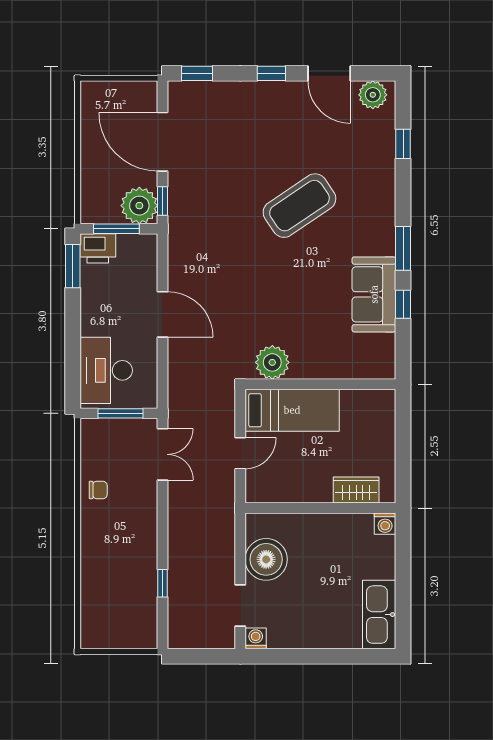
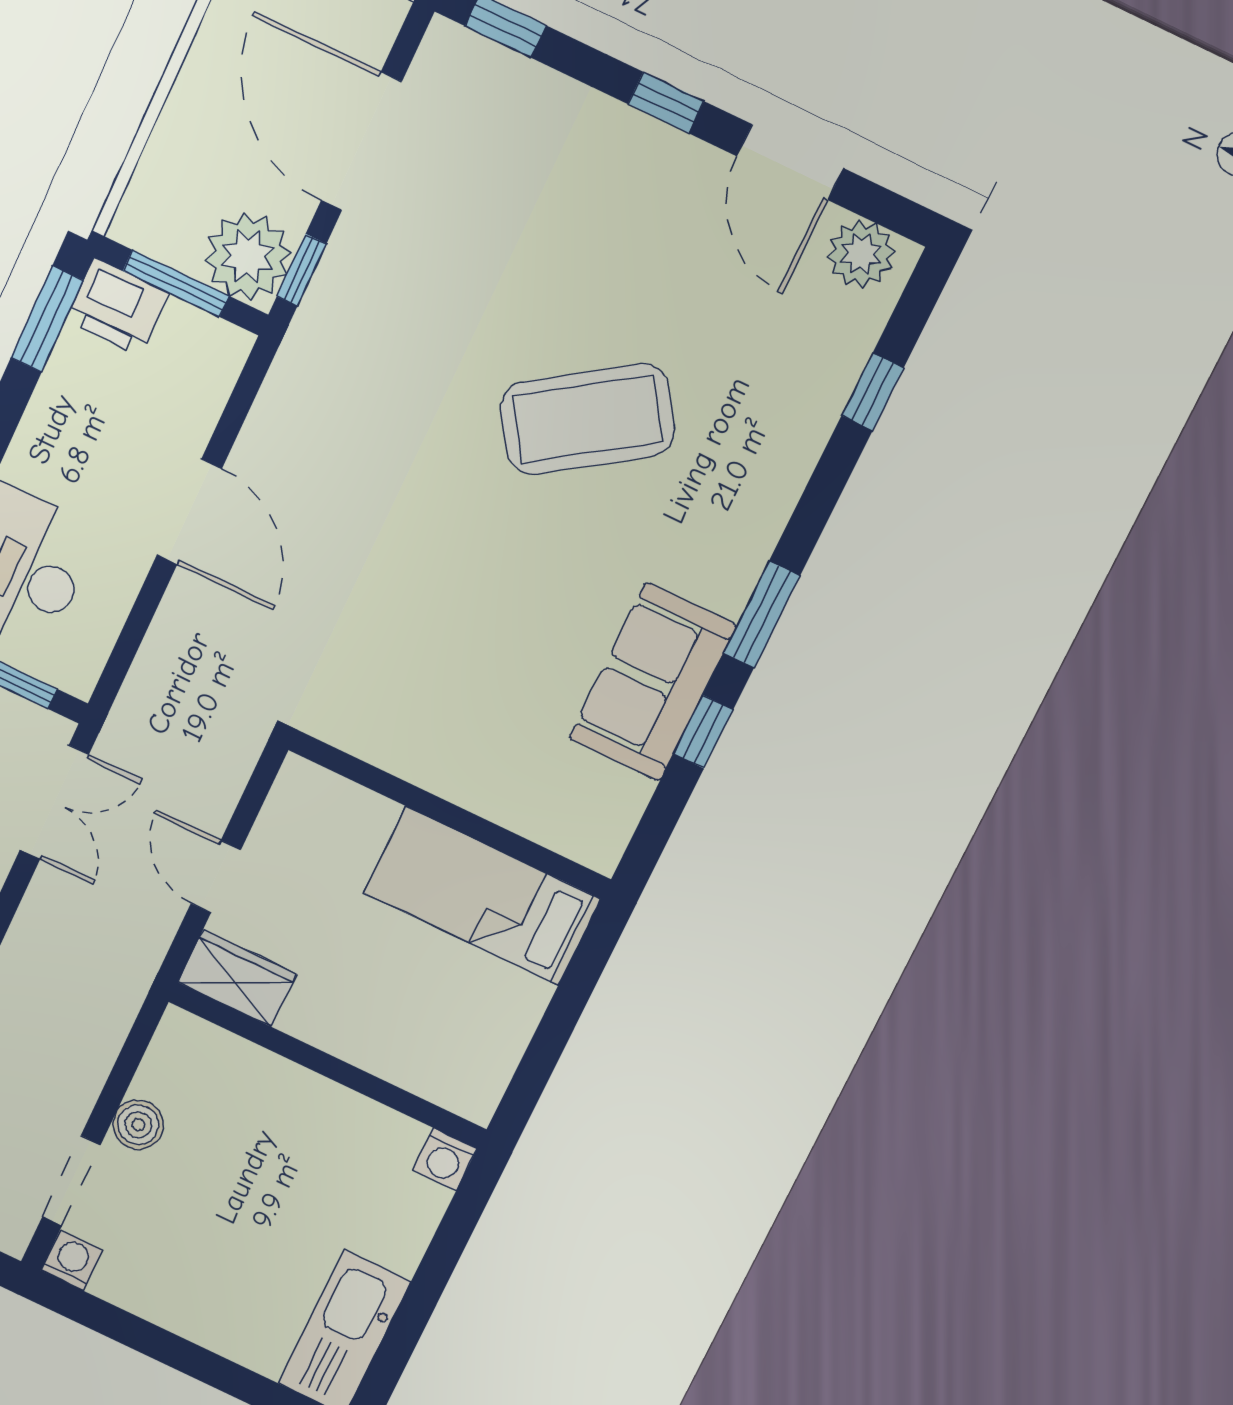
plant: (272, 362) -> (371, 722), removed
bed: (292, 410) -> (482, 896), moved, turned 180
door: (240, 453) -> (216, 877), swing flipped
wardrobe: (356, 490) -> (237, 978), moved
boiler: (266, 559) -> (138, 1125), width x0.54, depth x0.54

